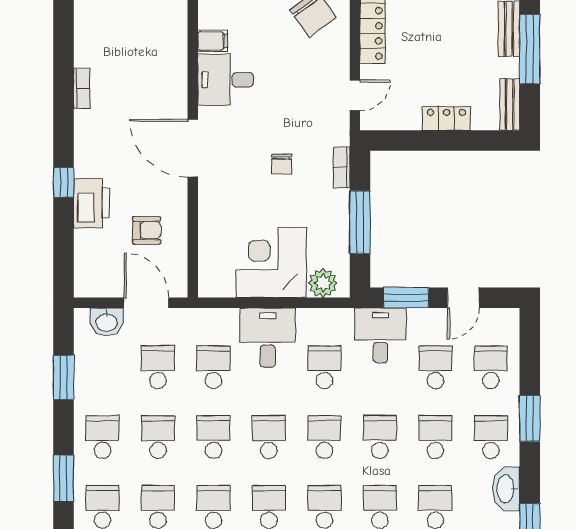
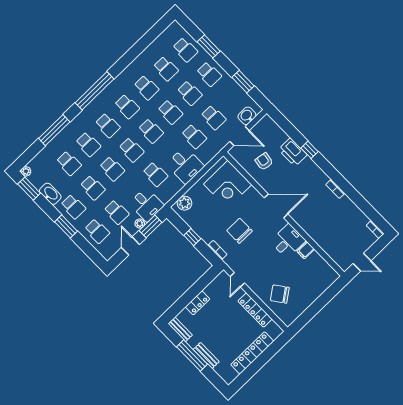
chair: (282, 164) -> (239, 231), width x1.87, depth x1.87
window: (360, 222) -> (192, 237), width x0.46
armchair: (147, 230) -> (264, 161), turned 99
corner desk: (271, 263) -> (228, 184), moved, turned 90
plant: (418, 317) -> (140, 223), added

